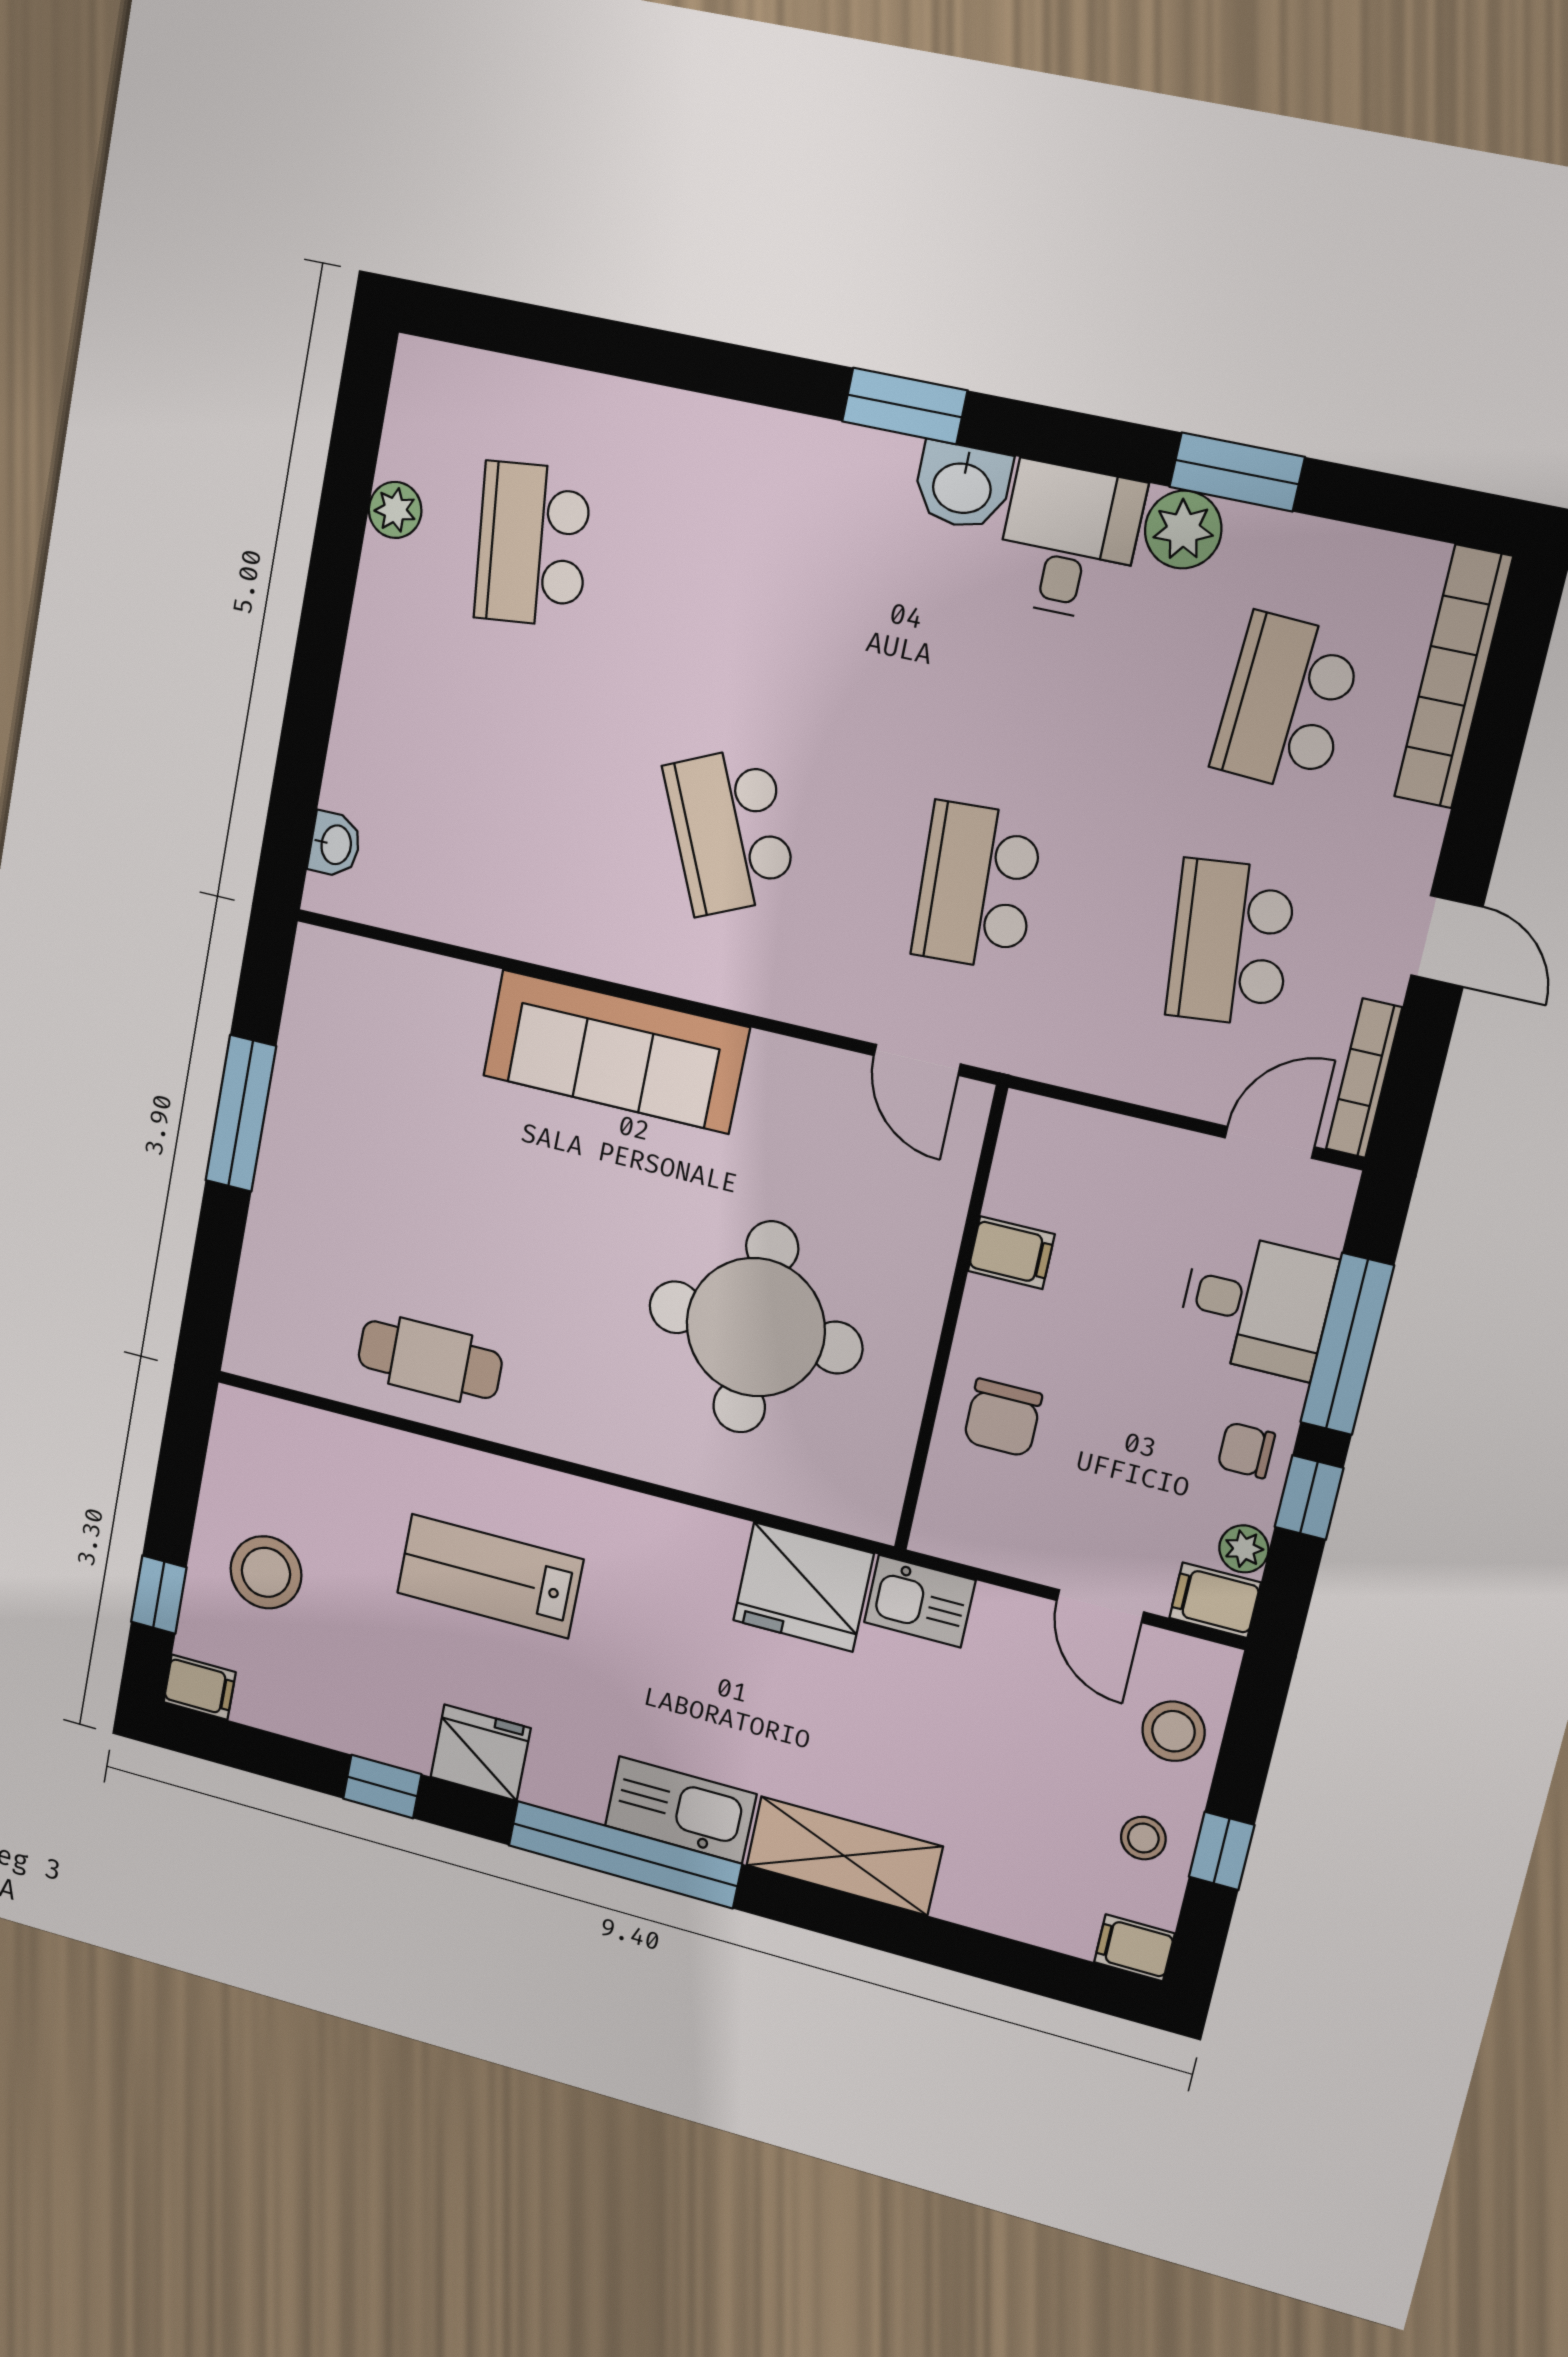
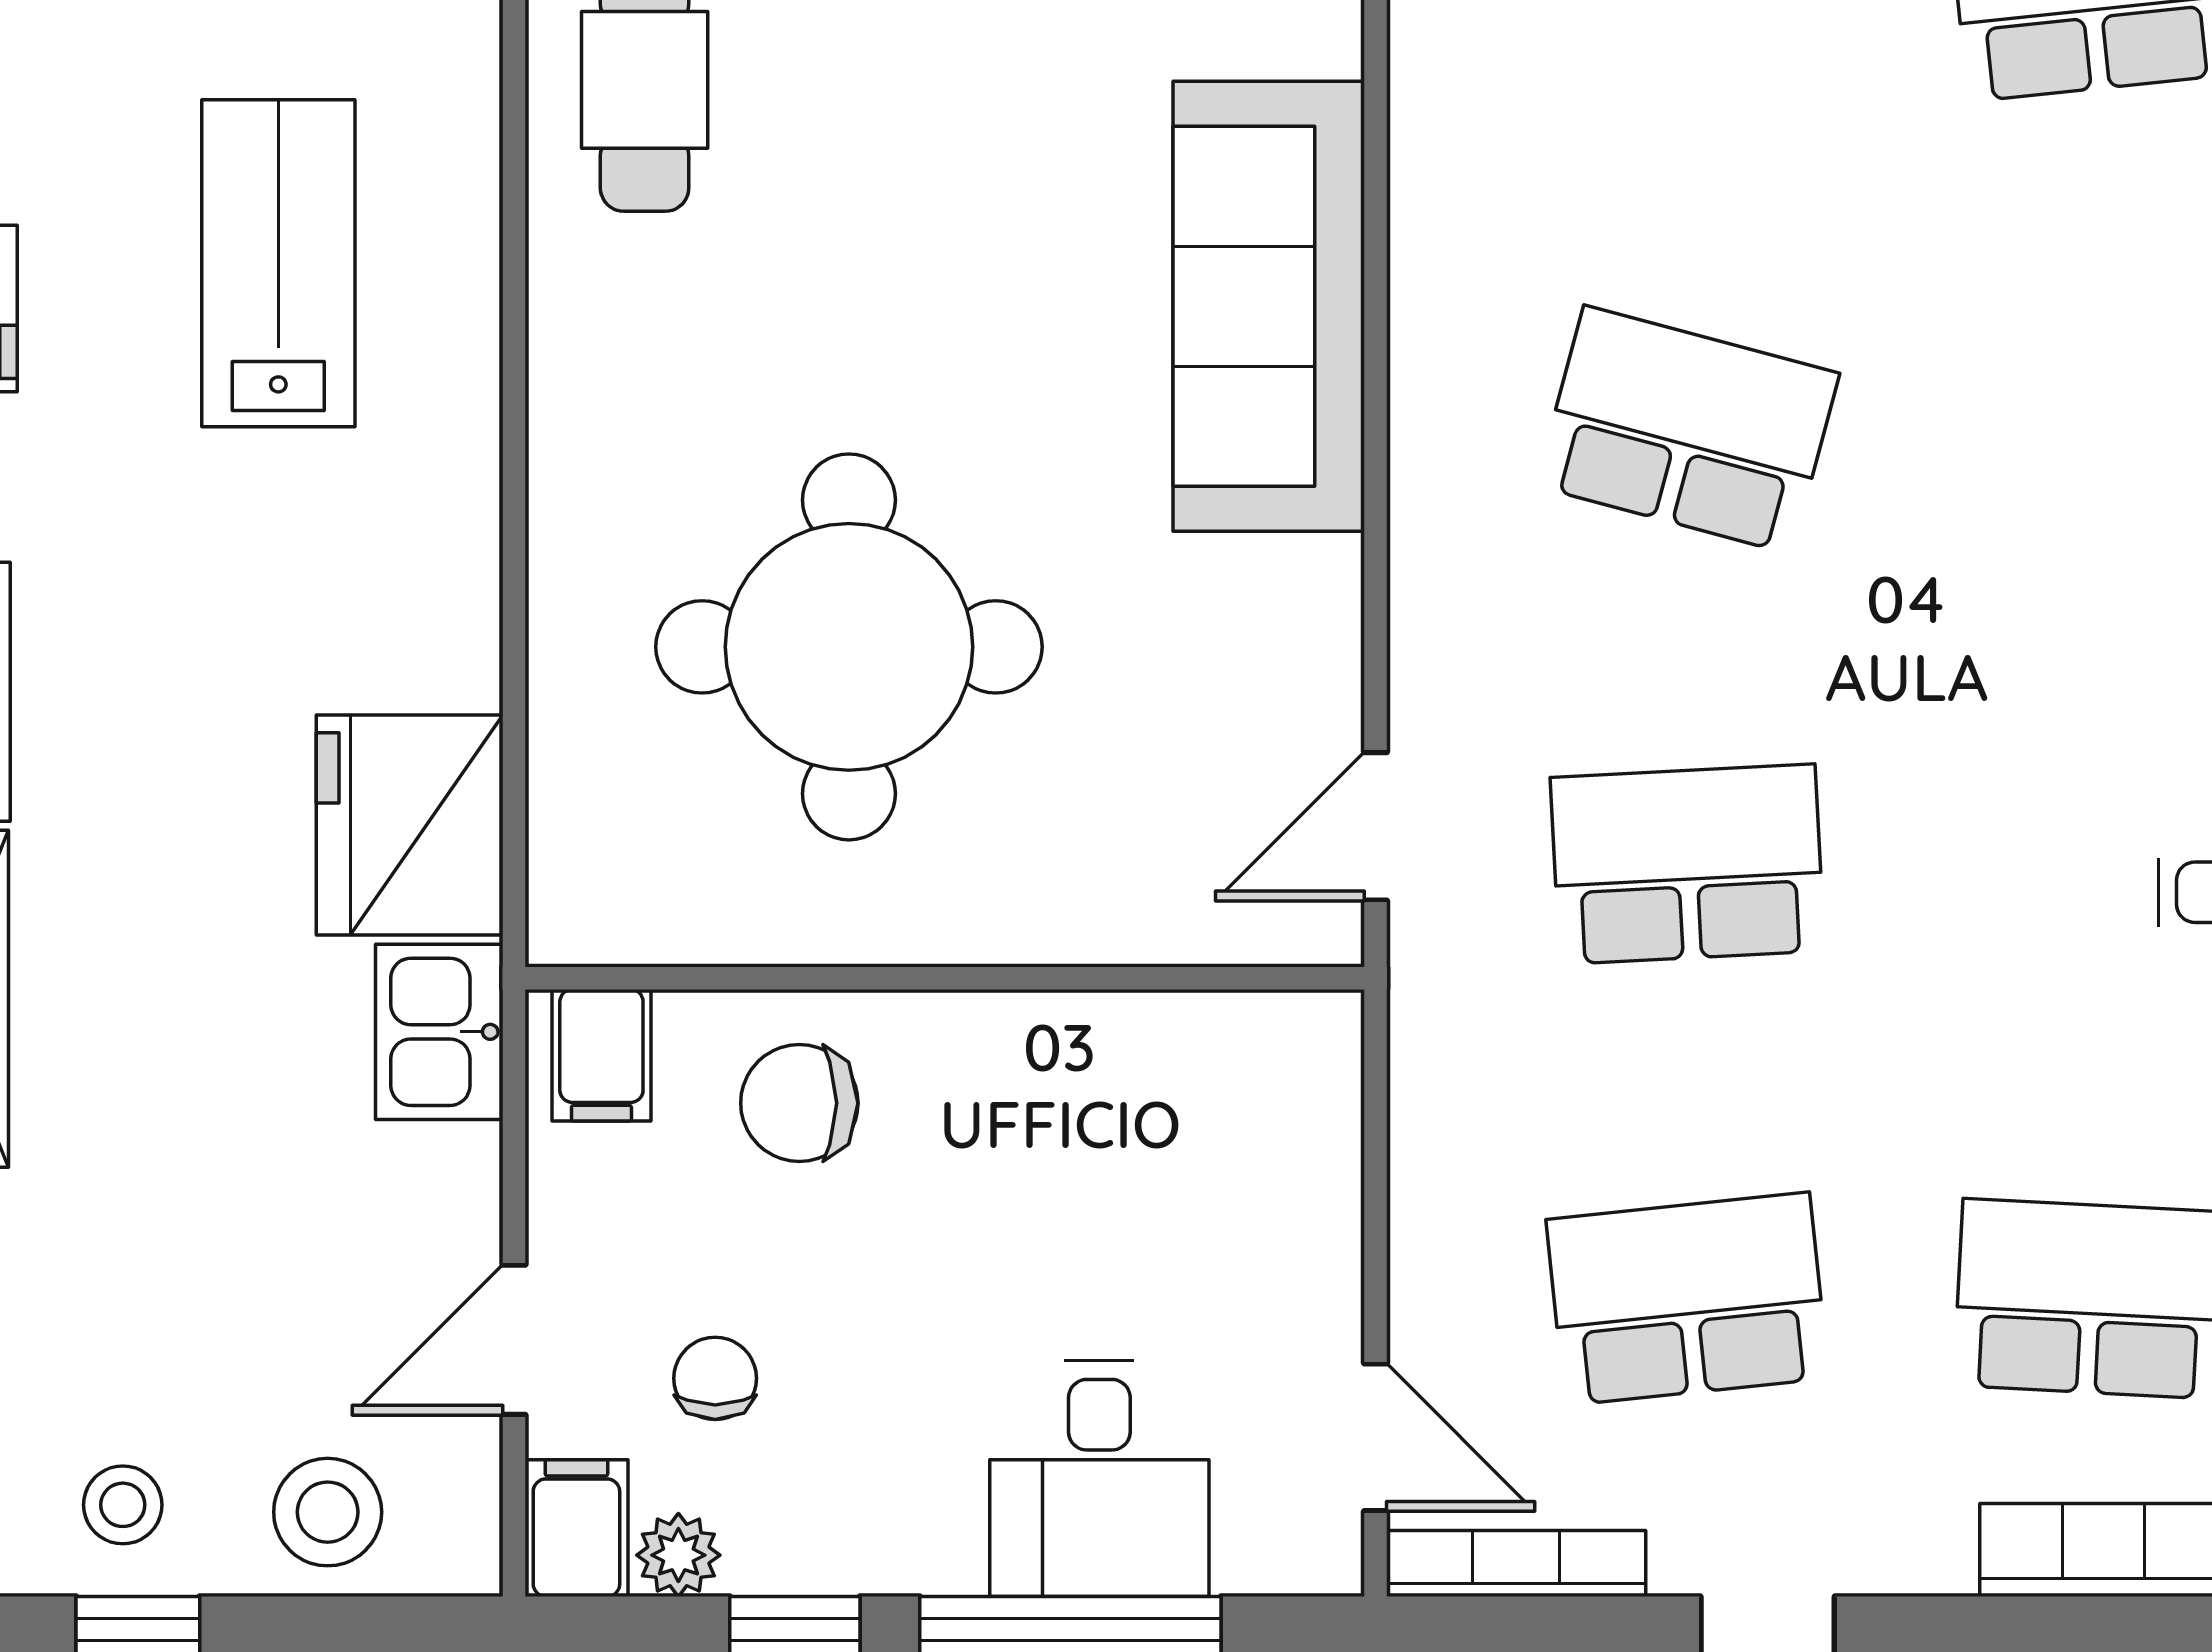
school desk: (730, 831) -> (1687, 430), turned 39
filing cabinet: (1011, 1253) -> (601, 1055), moved
chair: (1246, 1450) -> (715, 1378), moved

